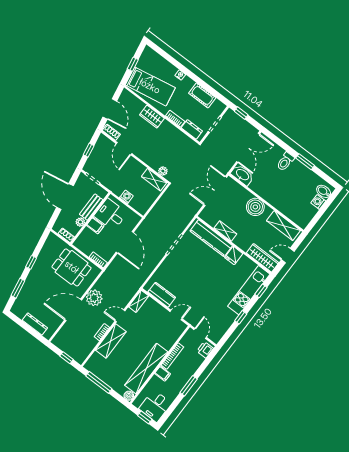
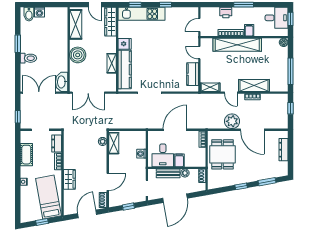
printer: (205, 350) -> (226, 13), moved
shelving: (146, 369) -> (237, 45), moved

